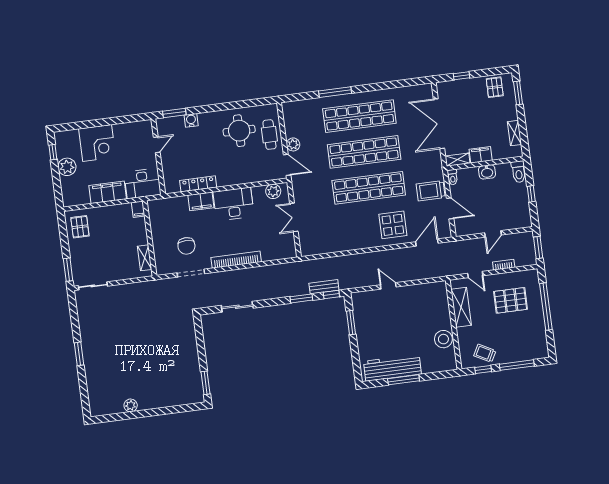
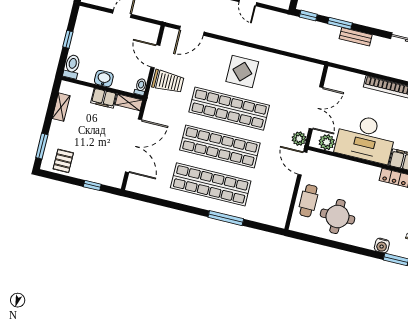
plant: (293, 144) -> (299, 139), moved
desk: (233, 204) -> (366, 138), width x1.36, depth x1.30
double door: (294, 217) -> (316, 108), width x1.37
display table: (393, 225) -> (242, 72), moved
bench: (324, 287) -> (356, 37), moved

